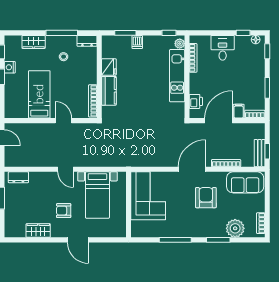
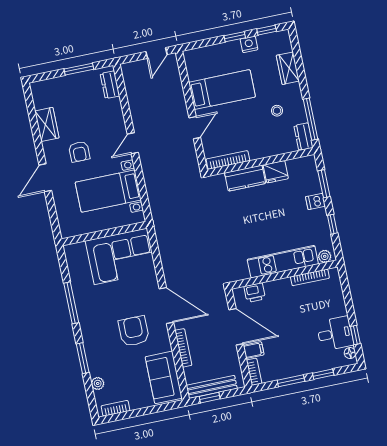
window: (62, 33) -> (311, 119), moved
window: (169, 33) -> (332, 224), moved
desk: (223, 48) -> (335, 334), moved
window: (267, 51) -> (323, 374), moved
bench: (260, 153) -> (212, 387), width x1.36
armchair: (206, 198) -> (134, 331), turned -90
armchair: (64, 211) -> (79, 152), turned 180
plant: (235, 228) -> (98, 383), width x0.53, depth x0.53

